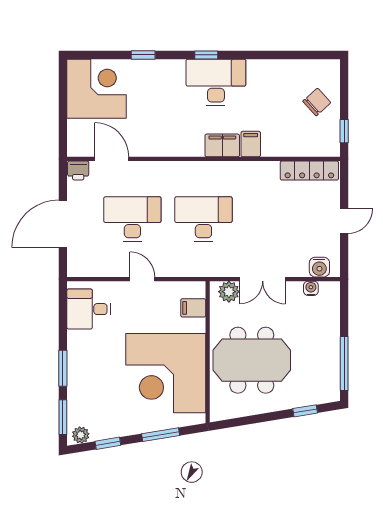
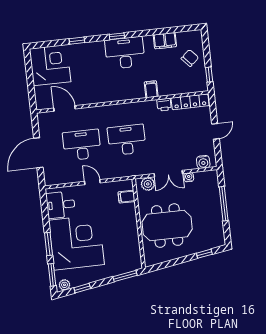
filing cabinet: (222, 145) -> (165, 41), moved, turned 180
printer: (78, 170) -> (164, 105), moved
water cooler: (311, 288) -> (189, 177), moved
window: (344, 364) -> (224, 204), moved
corner desk: (166, 373) -> (76, 242), moved, turned 180
window: (161, 435) -> (125, 276), moved

